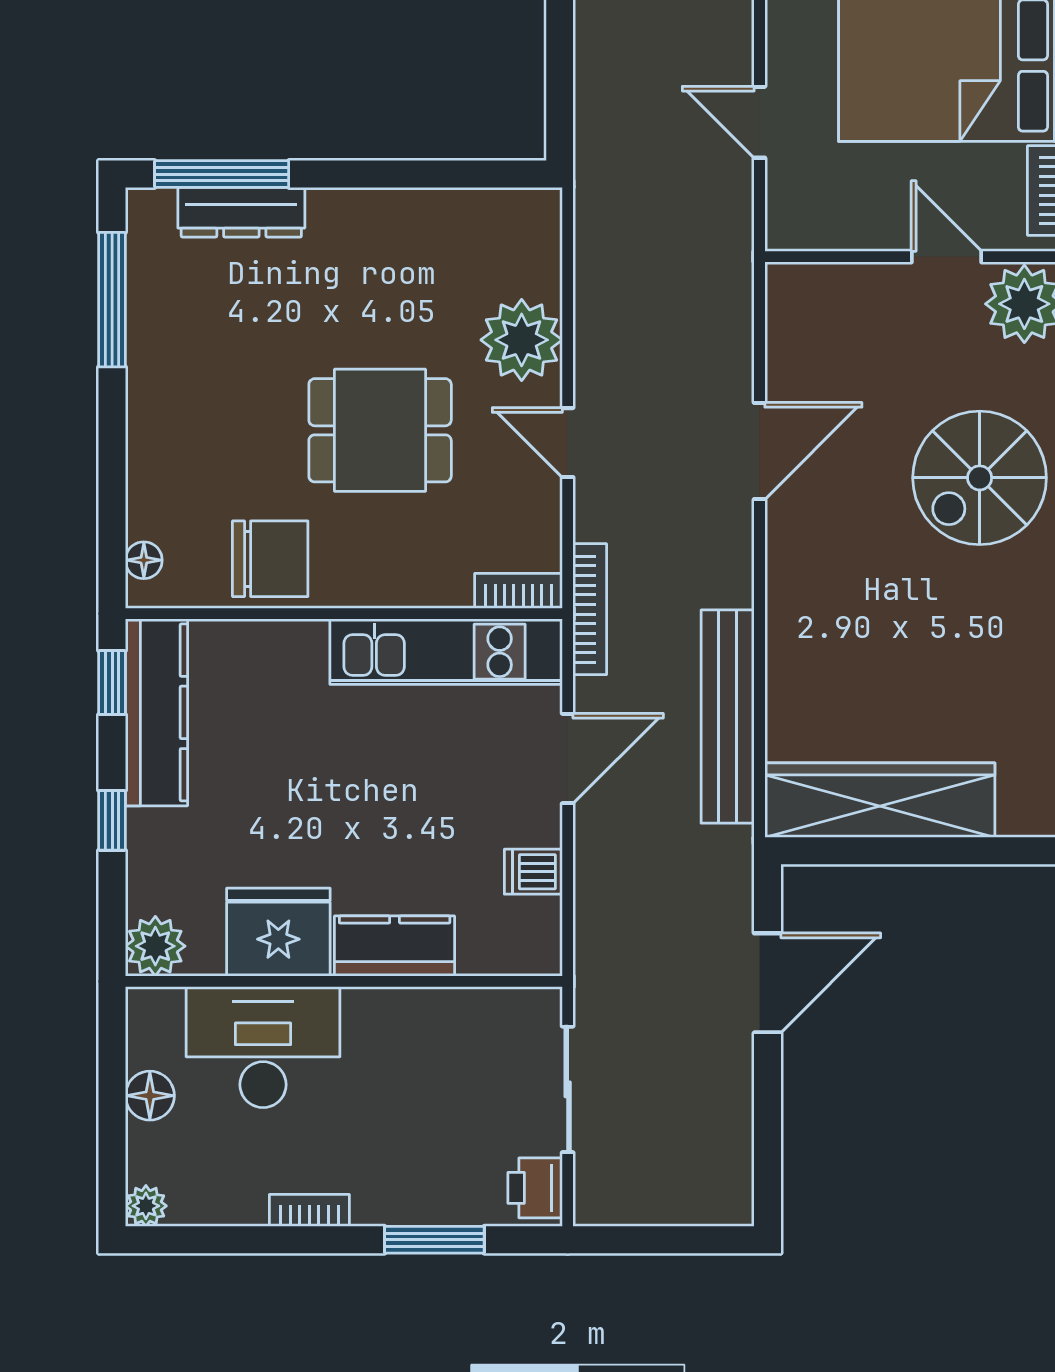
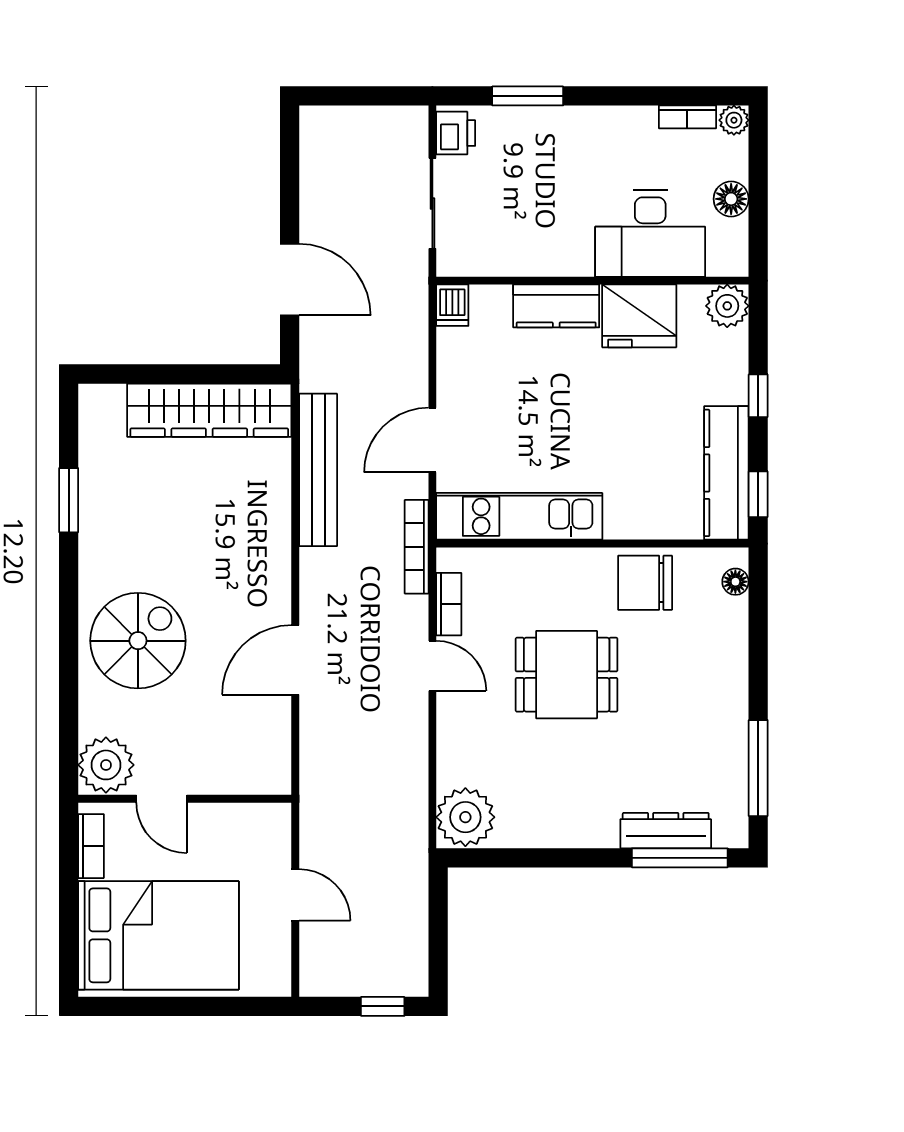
plant: (522, 340) -> (465, 817), moved
bookcase: (519, 591) -> (449, 604), moved, turned -90
dishwasher: (533, 872) -> (452, 305), moved, turned 90
door: (767, 983) -> (290, 280), swing flipped
bookcase: (309, 1210) -> (687, 117), moved

